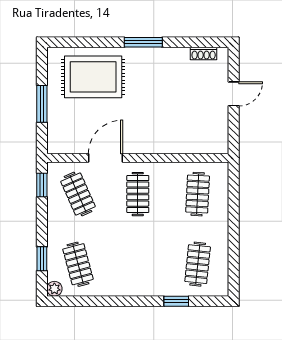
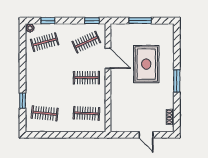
rug: (93, 77) -> (146, 64), moved

